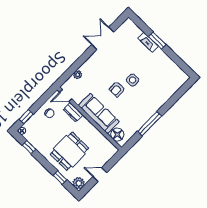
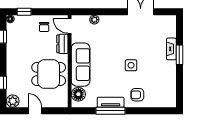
armchair: (117, 89) -> (137, 95), moved
tv unit: (144, 118) -> (111, 102), added
dining table: (69, 151) -> (49, 74), moved

